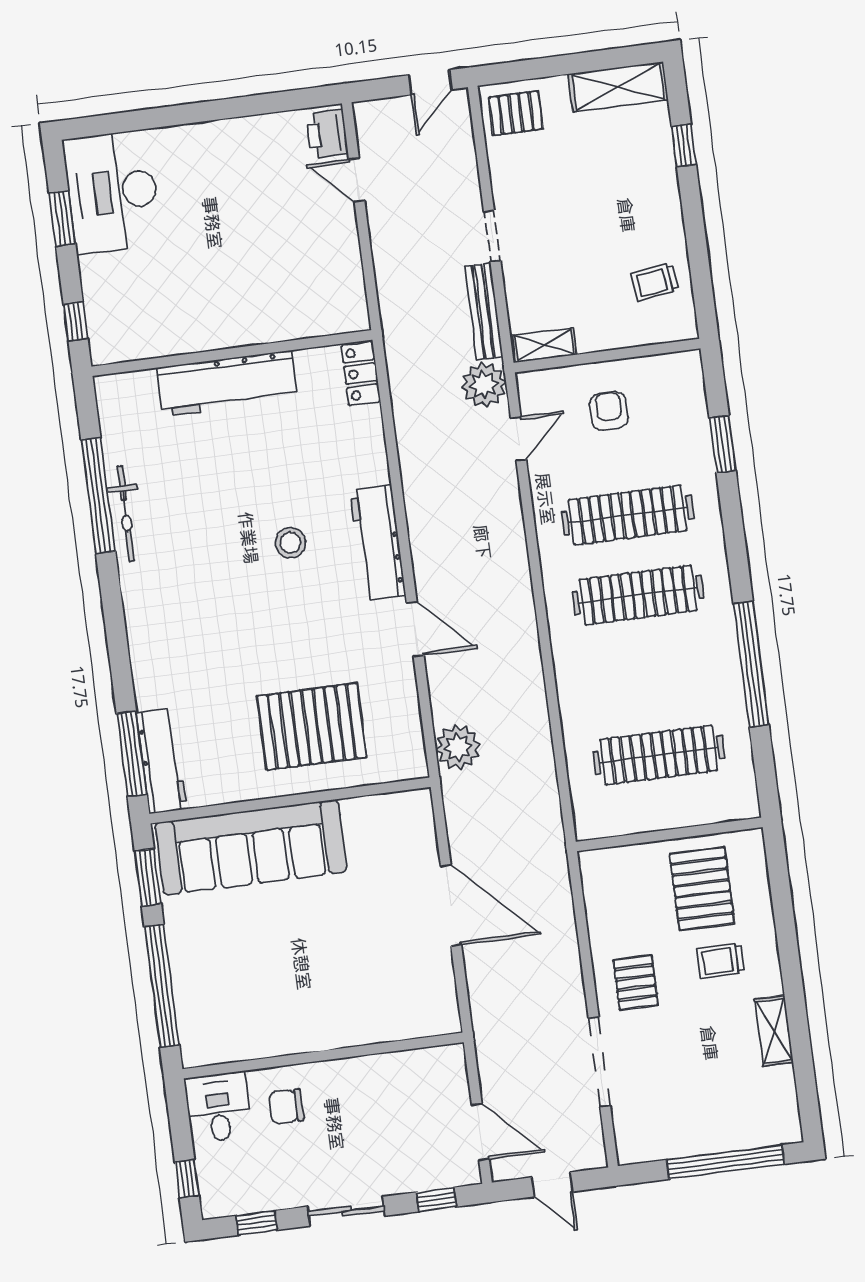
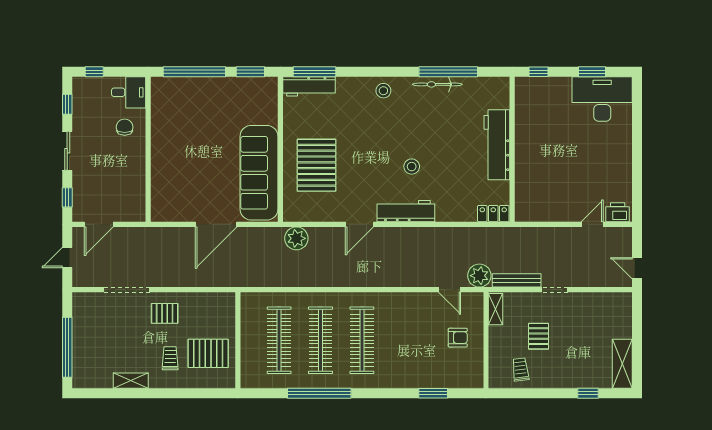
pallet: (516, 113) -> (539, 336), moved
clothes rail: (628, 515) -> (320, 340), moved
stool: (151, 616) -> (383, 91), added
sofa: (251, 847) -> (259, 173), moved

